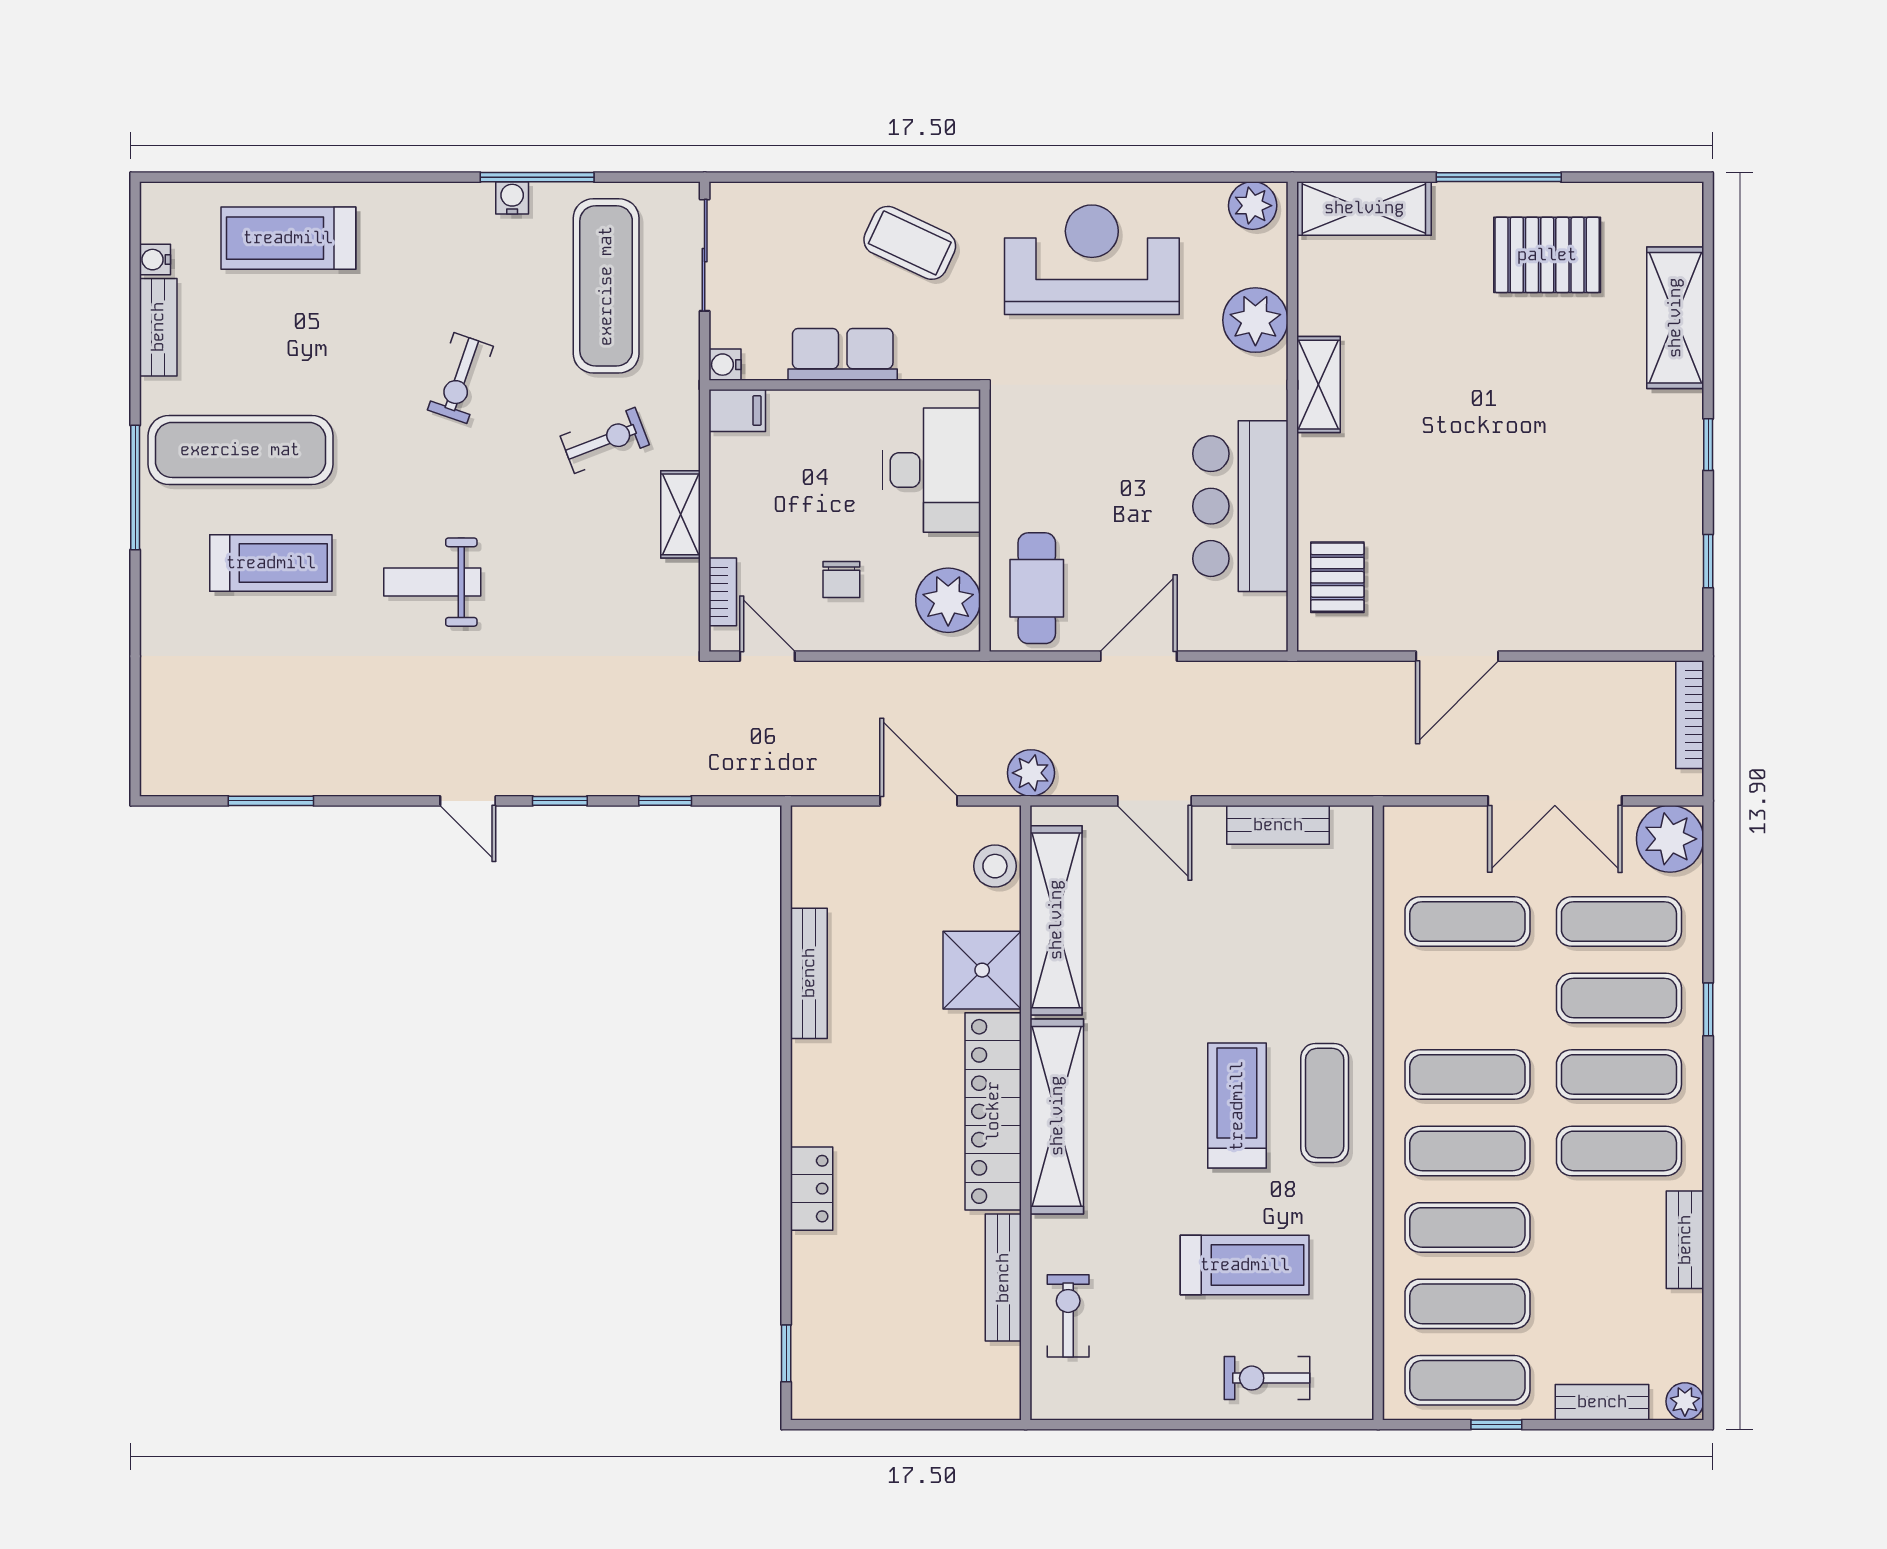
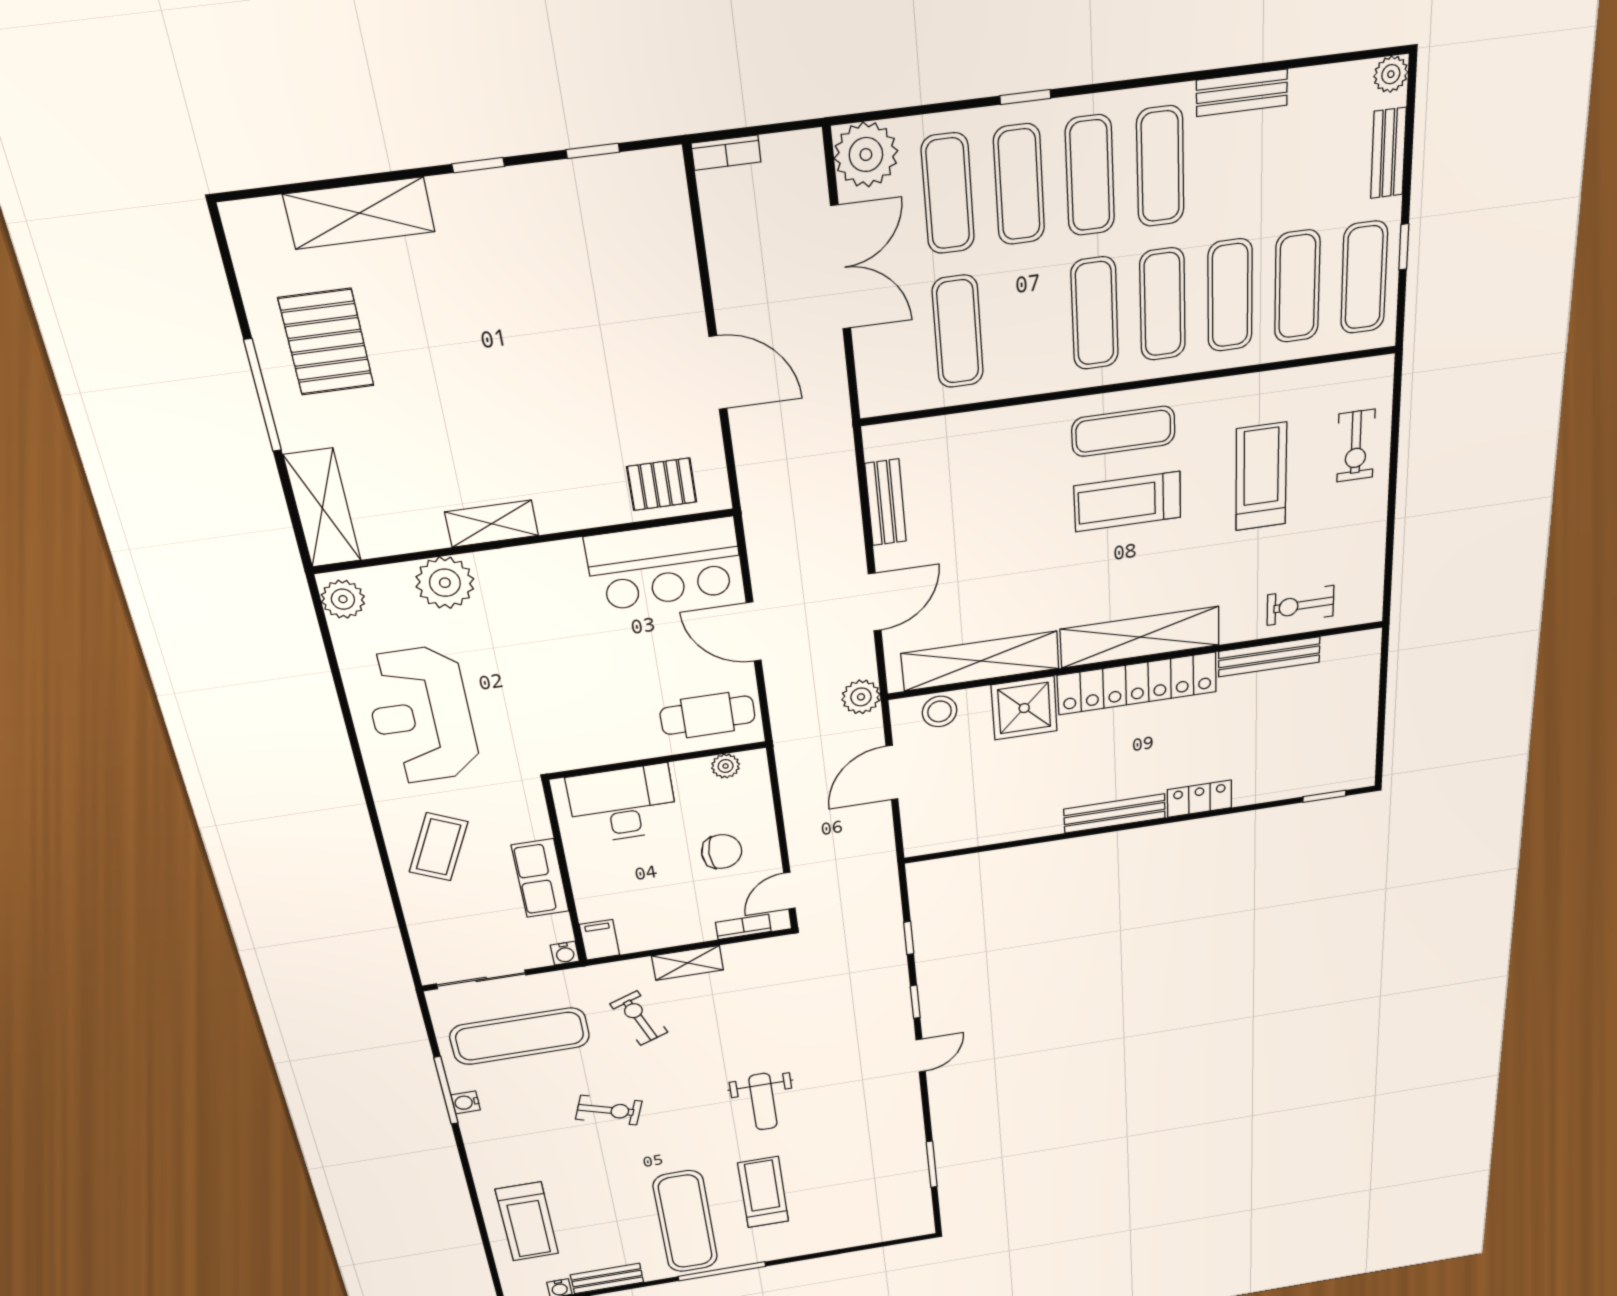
bar counter: (1240, 506) -> (664, 564), moved
chair: (841, 580) -> (722, 852), width x1.37, depth x1.37
plant: (948, 600) -> (726, 766), width x0.53, depth x0.53
bookcase: (1690, 715) -> (726, 153), width x0.64
bench: (809, 973) -> (1115, 813), moved

